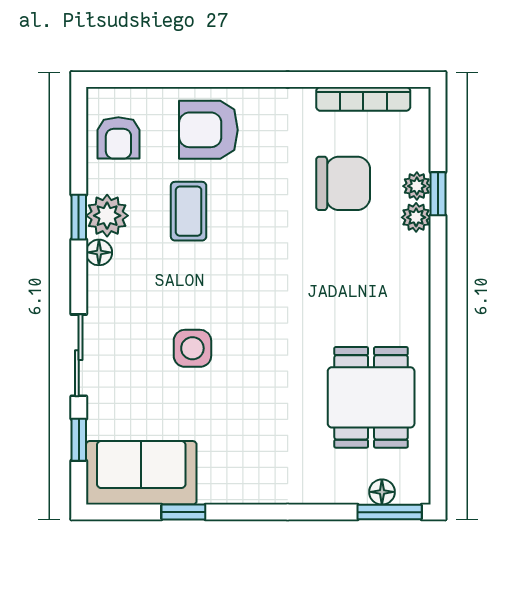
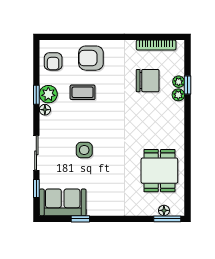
coffee table: (189, 211) -> (83, 92), turned 90

